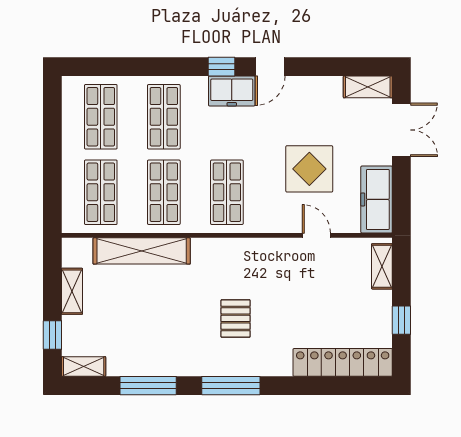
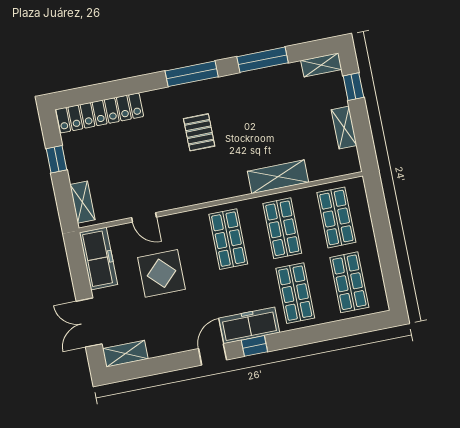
freezer: (232, 91) -> (249, 325), width x1.40
shelving: (142, 251) -> (278, 177), width x0.68

